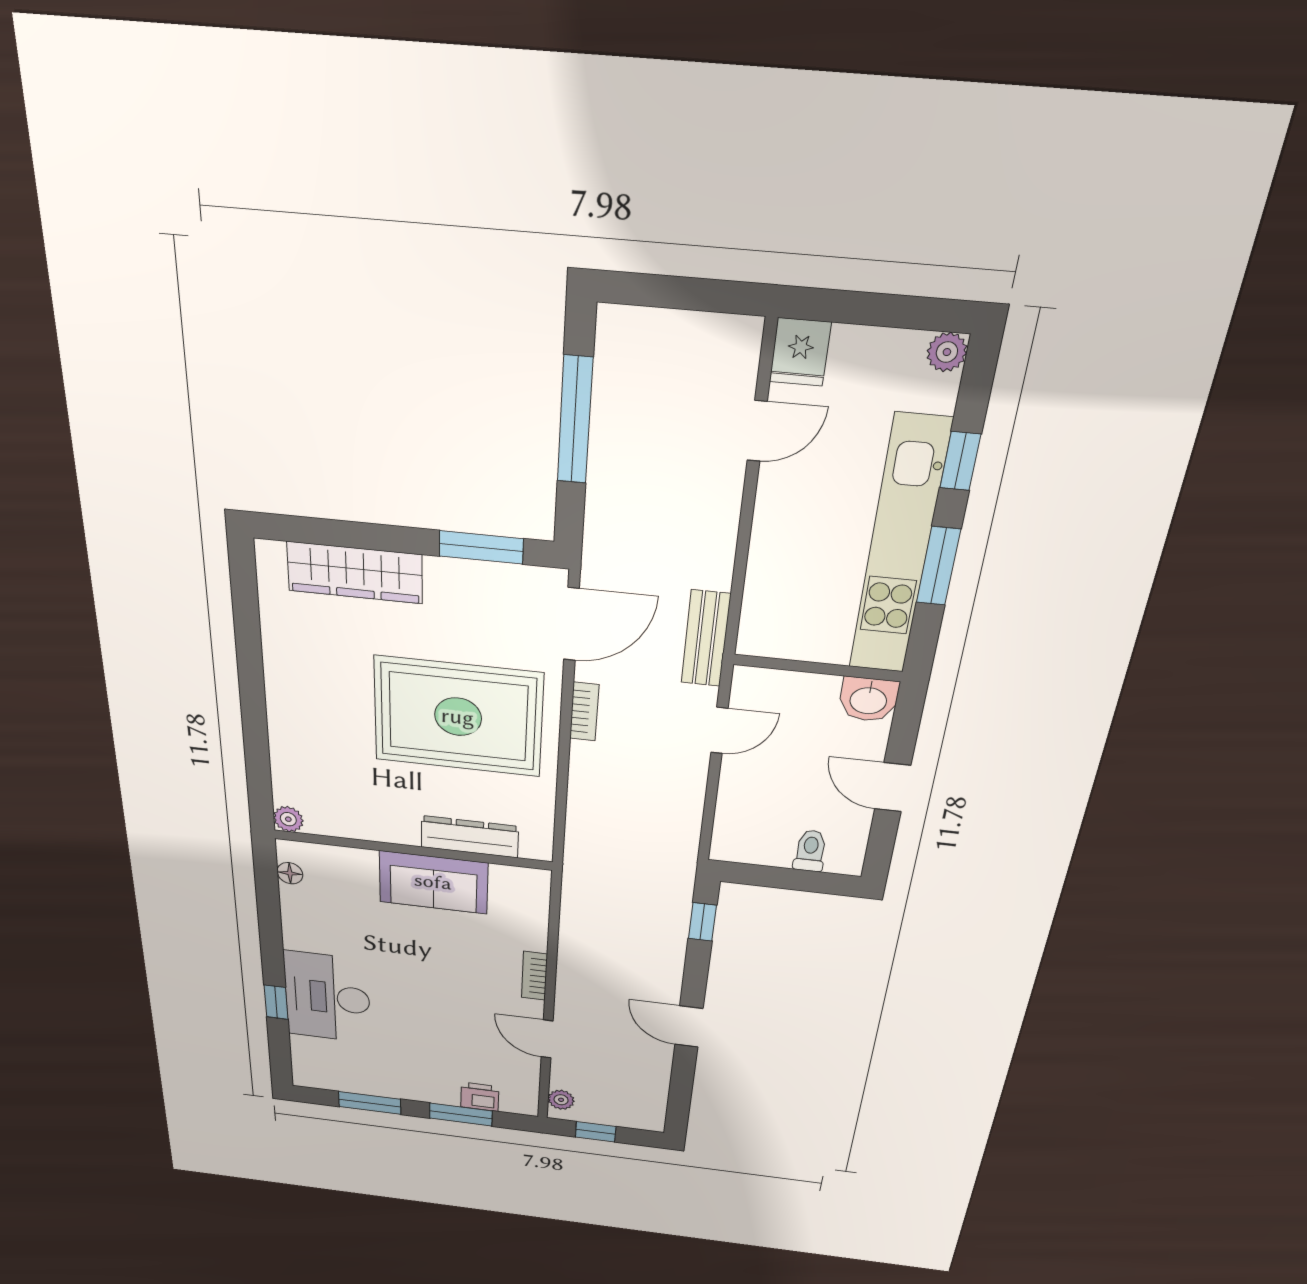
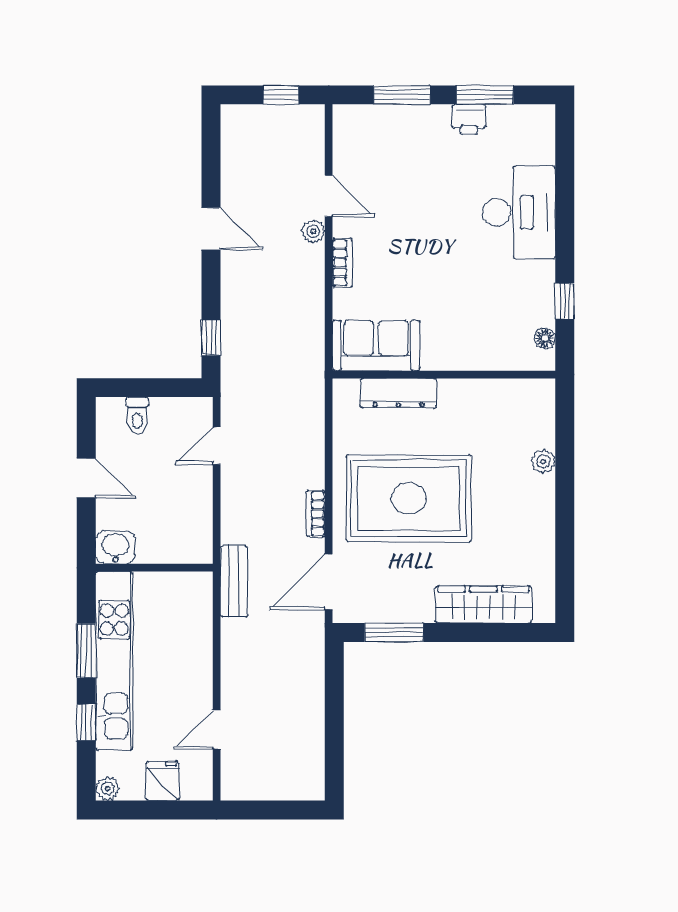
fridge: (800, 352) -> (162, 781), moved
window: (575, 420) -> (334, 726), removed
door: (719, 730) -> (217, 446), moved
plant: (288, 819) -> (543, 461), moved
sofa: (433, 882) -> (376, 346), moved
window: (276, 1002) -> (565, 301), moved
printer: (480, 1097) -> (469, 119), moved
plant: (561, 1100) -> (313, 231), moved

